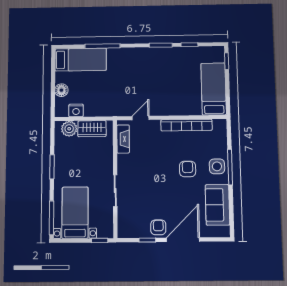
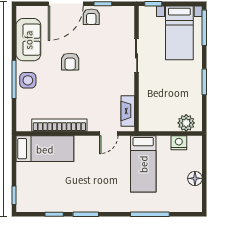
bed: (81, 60) -> (143, 164), moved, turned -90
bed: (214, 89) -> (45, 149), moved, turned -90
floor lamp: (61, 90) -> (195, 178), moved
wardrobe: (92, 129) -> (161, 123), removed
armchair: (188, 169) -> (70, 62), moved

